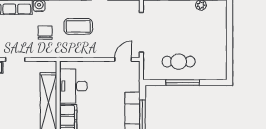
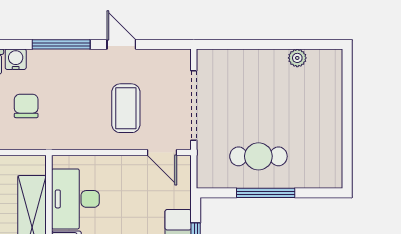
coffee table: (78, 26) -> (126, 108), moved, turned 90
door: (123, 59) -> (162, 153), swing flipped

